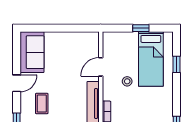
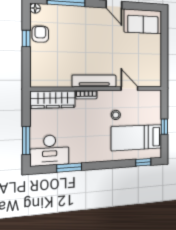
window: (177, 64) -> (143, 162), moved
coffee table: (42, 104) -> (94, 29), removed

